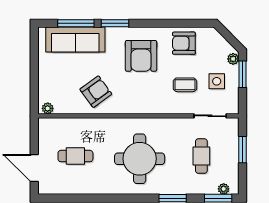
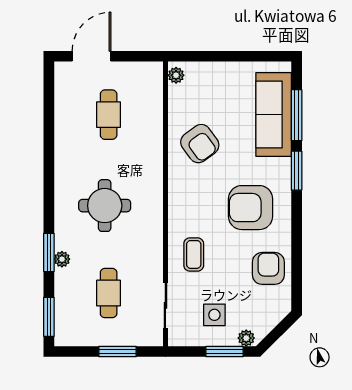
coffee table: (185, 85) -> (194, 254), moved
cafe table: (201, 156) -> (109, 293), turned 90
round table: (140, 159) -> (105, 206), width x0.73, depth x0.73
plant: (224, 189) -> (62, 259), moved

